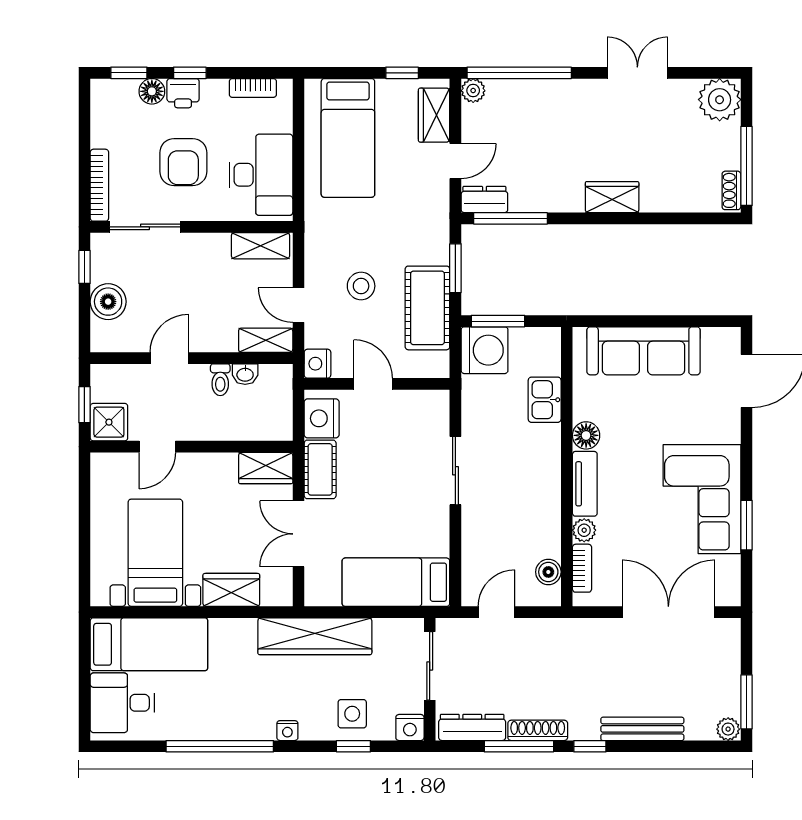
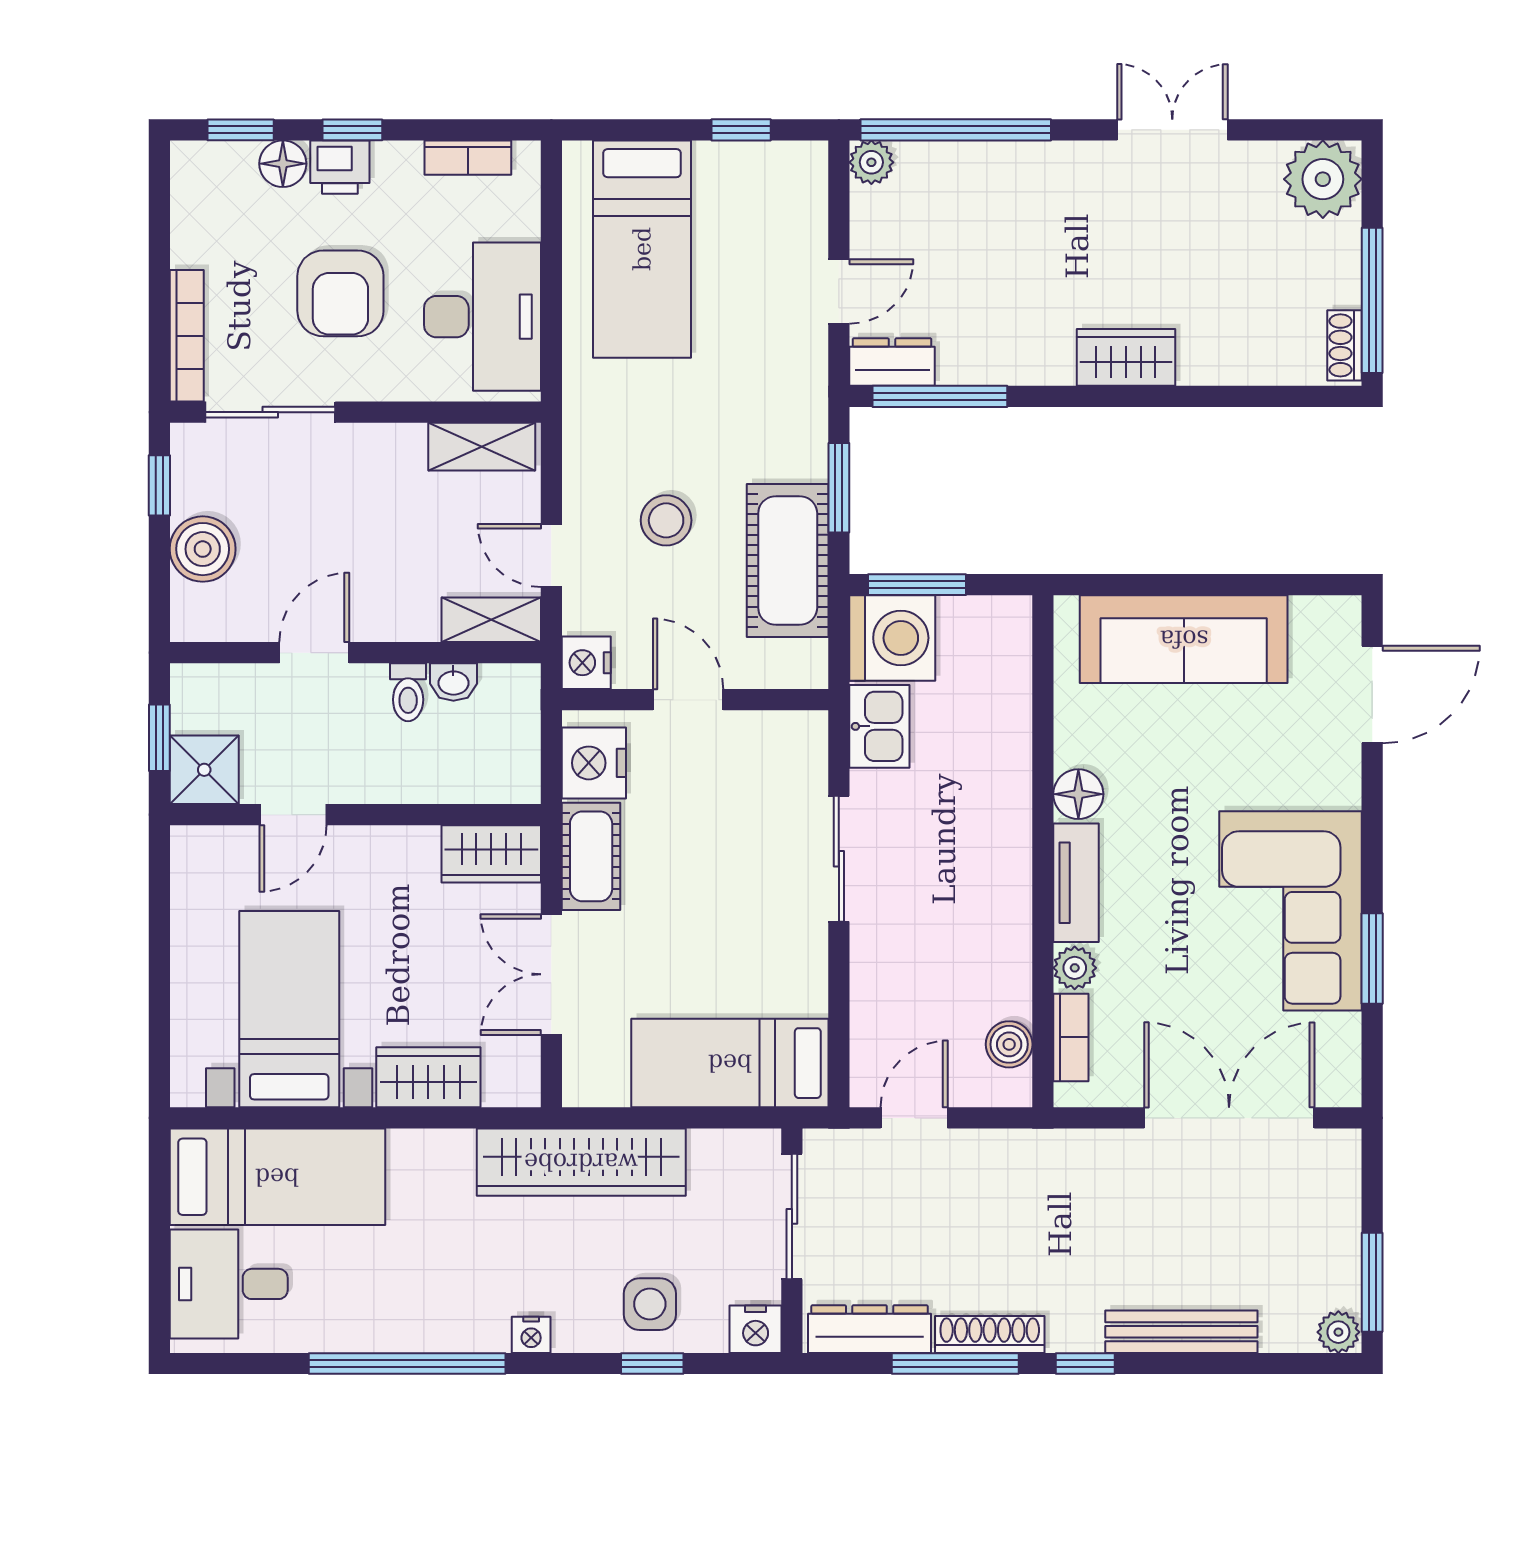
wardrobe: (434, 115) -> (800, 207), removed
kitchen sink: (545, 400) -> (879, 726), moved, turned 180

